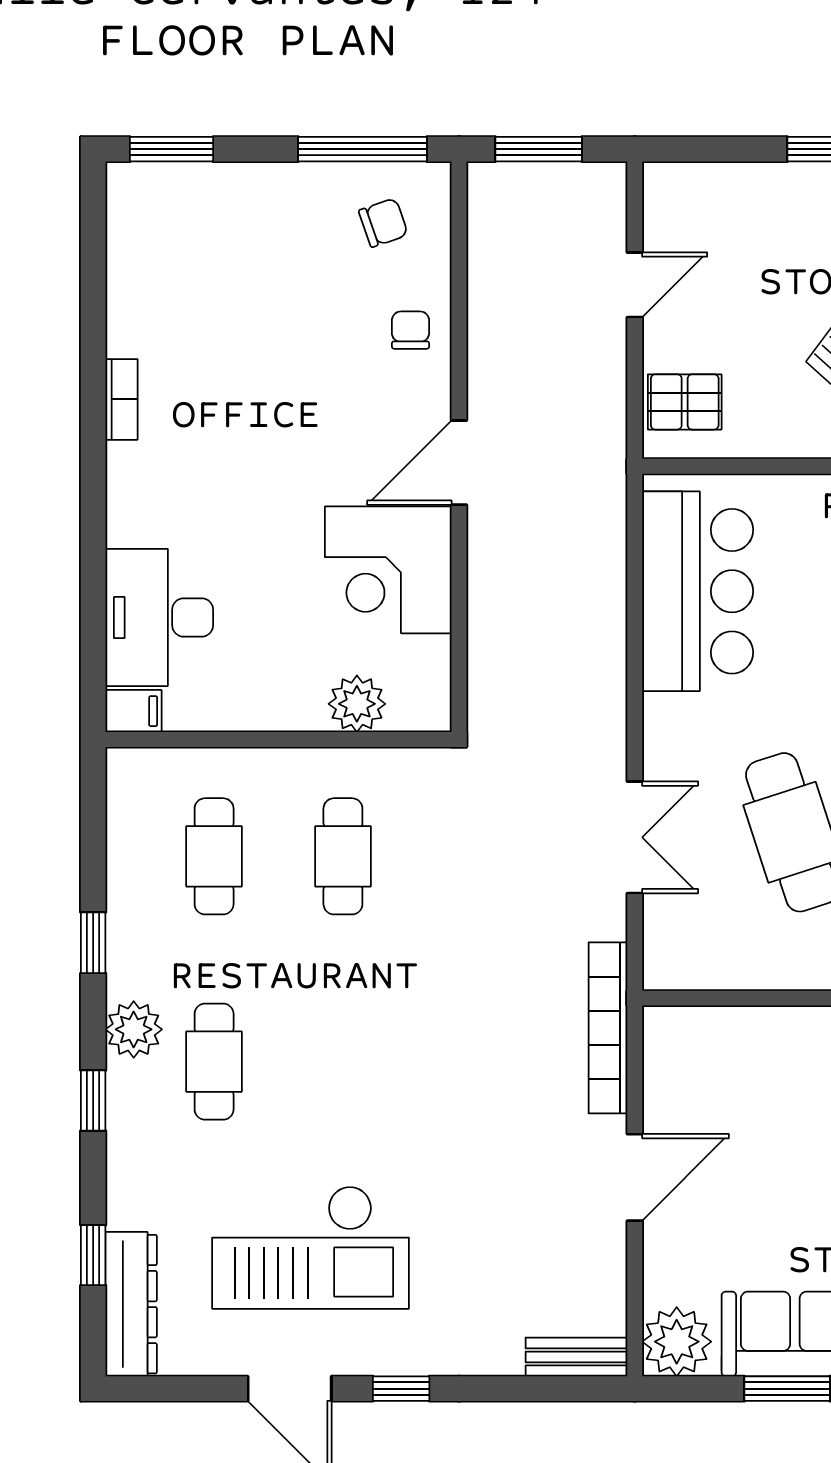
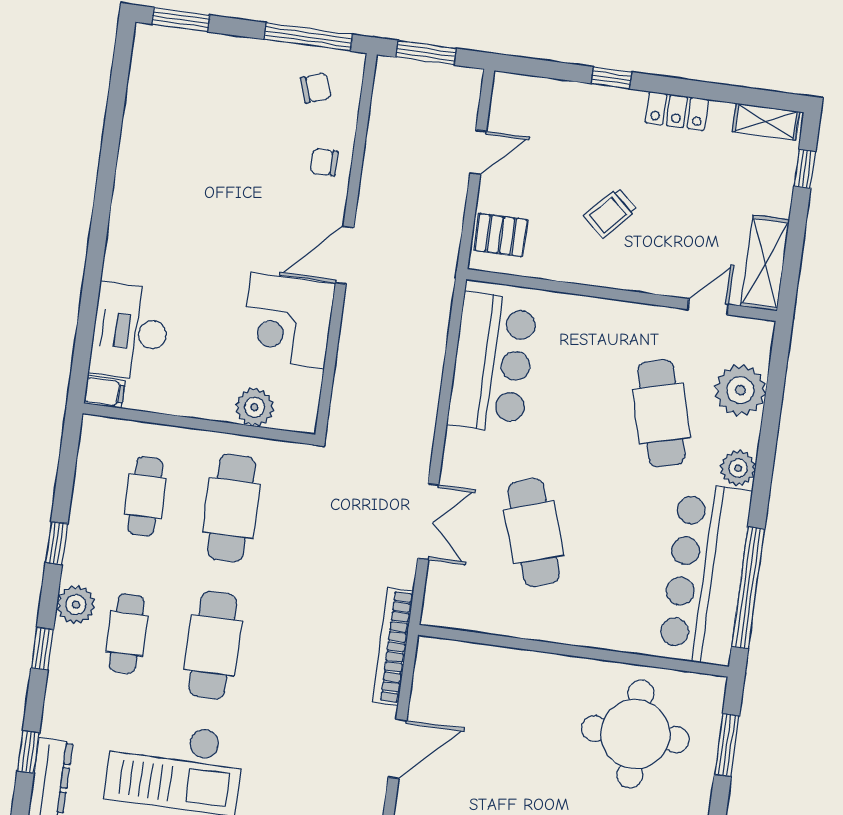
chair: (411, 330) -> (324, 162), turned -91
bookcase: (121, 399) -> (125, 182), removed
cafe table: (343, 856) -> (231, 508), width x1.37, depth x1.35
cafe table: (343, 1062) -> (213, 645), added

